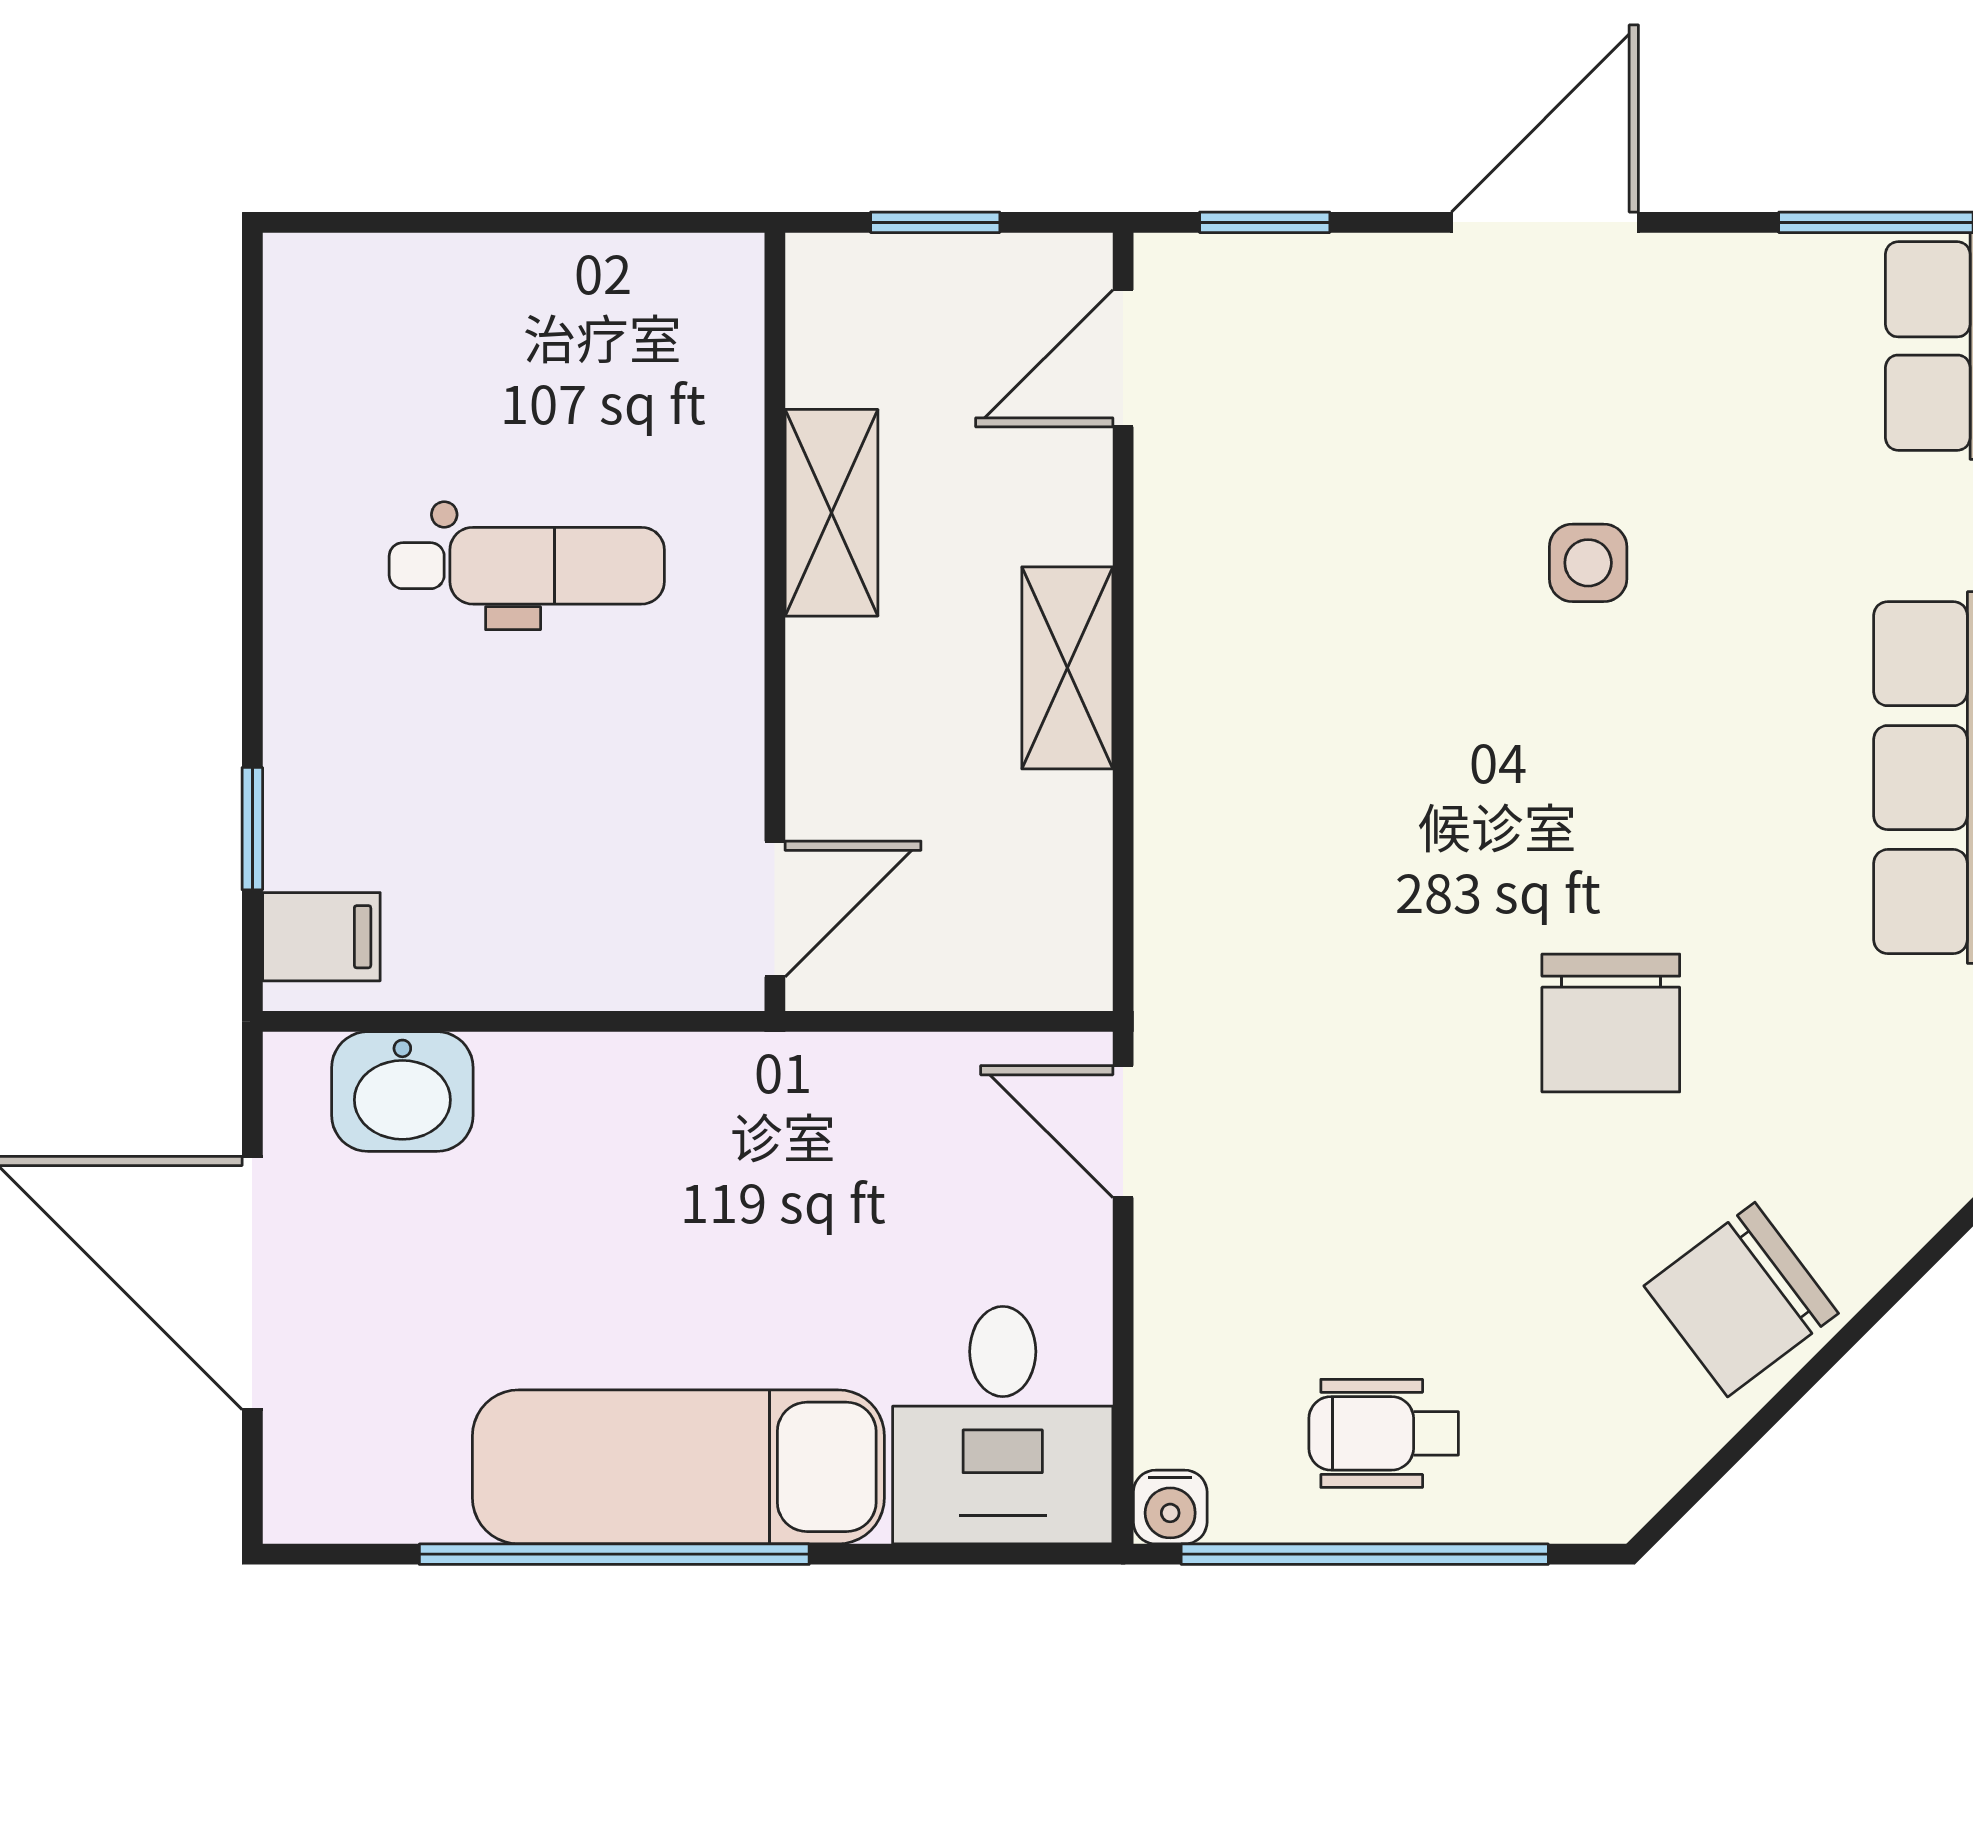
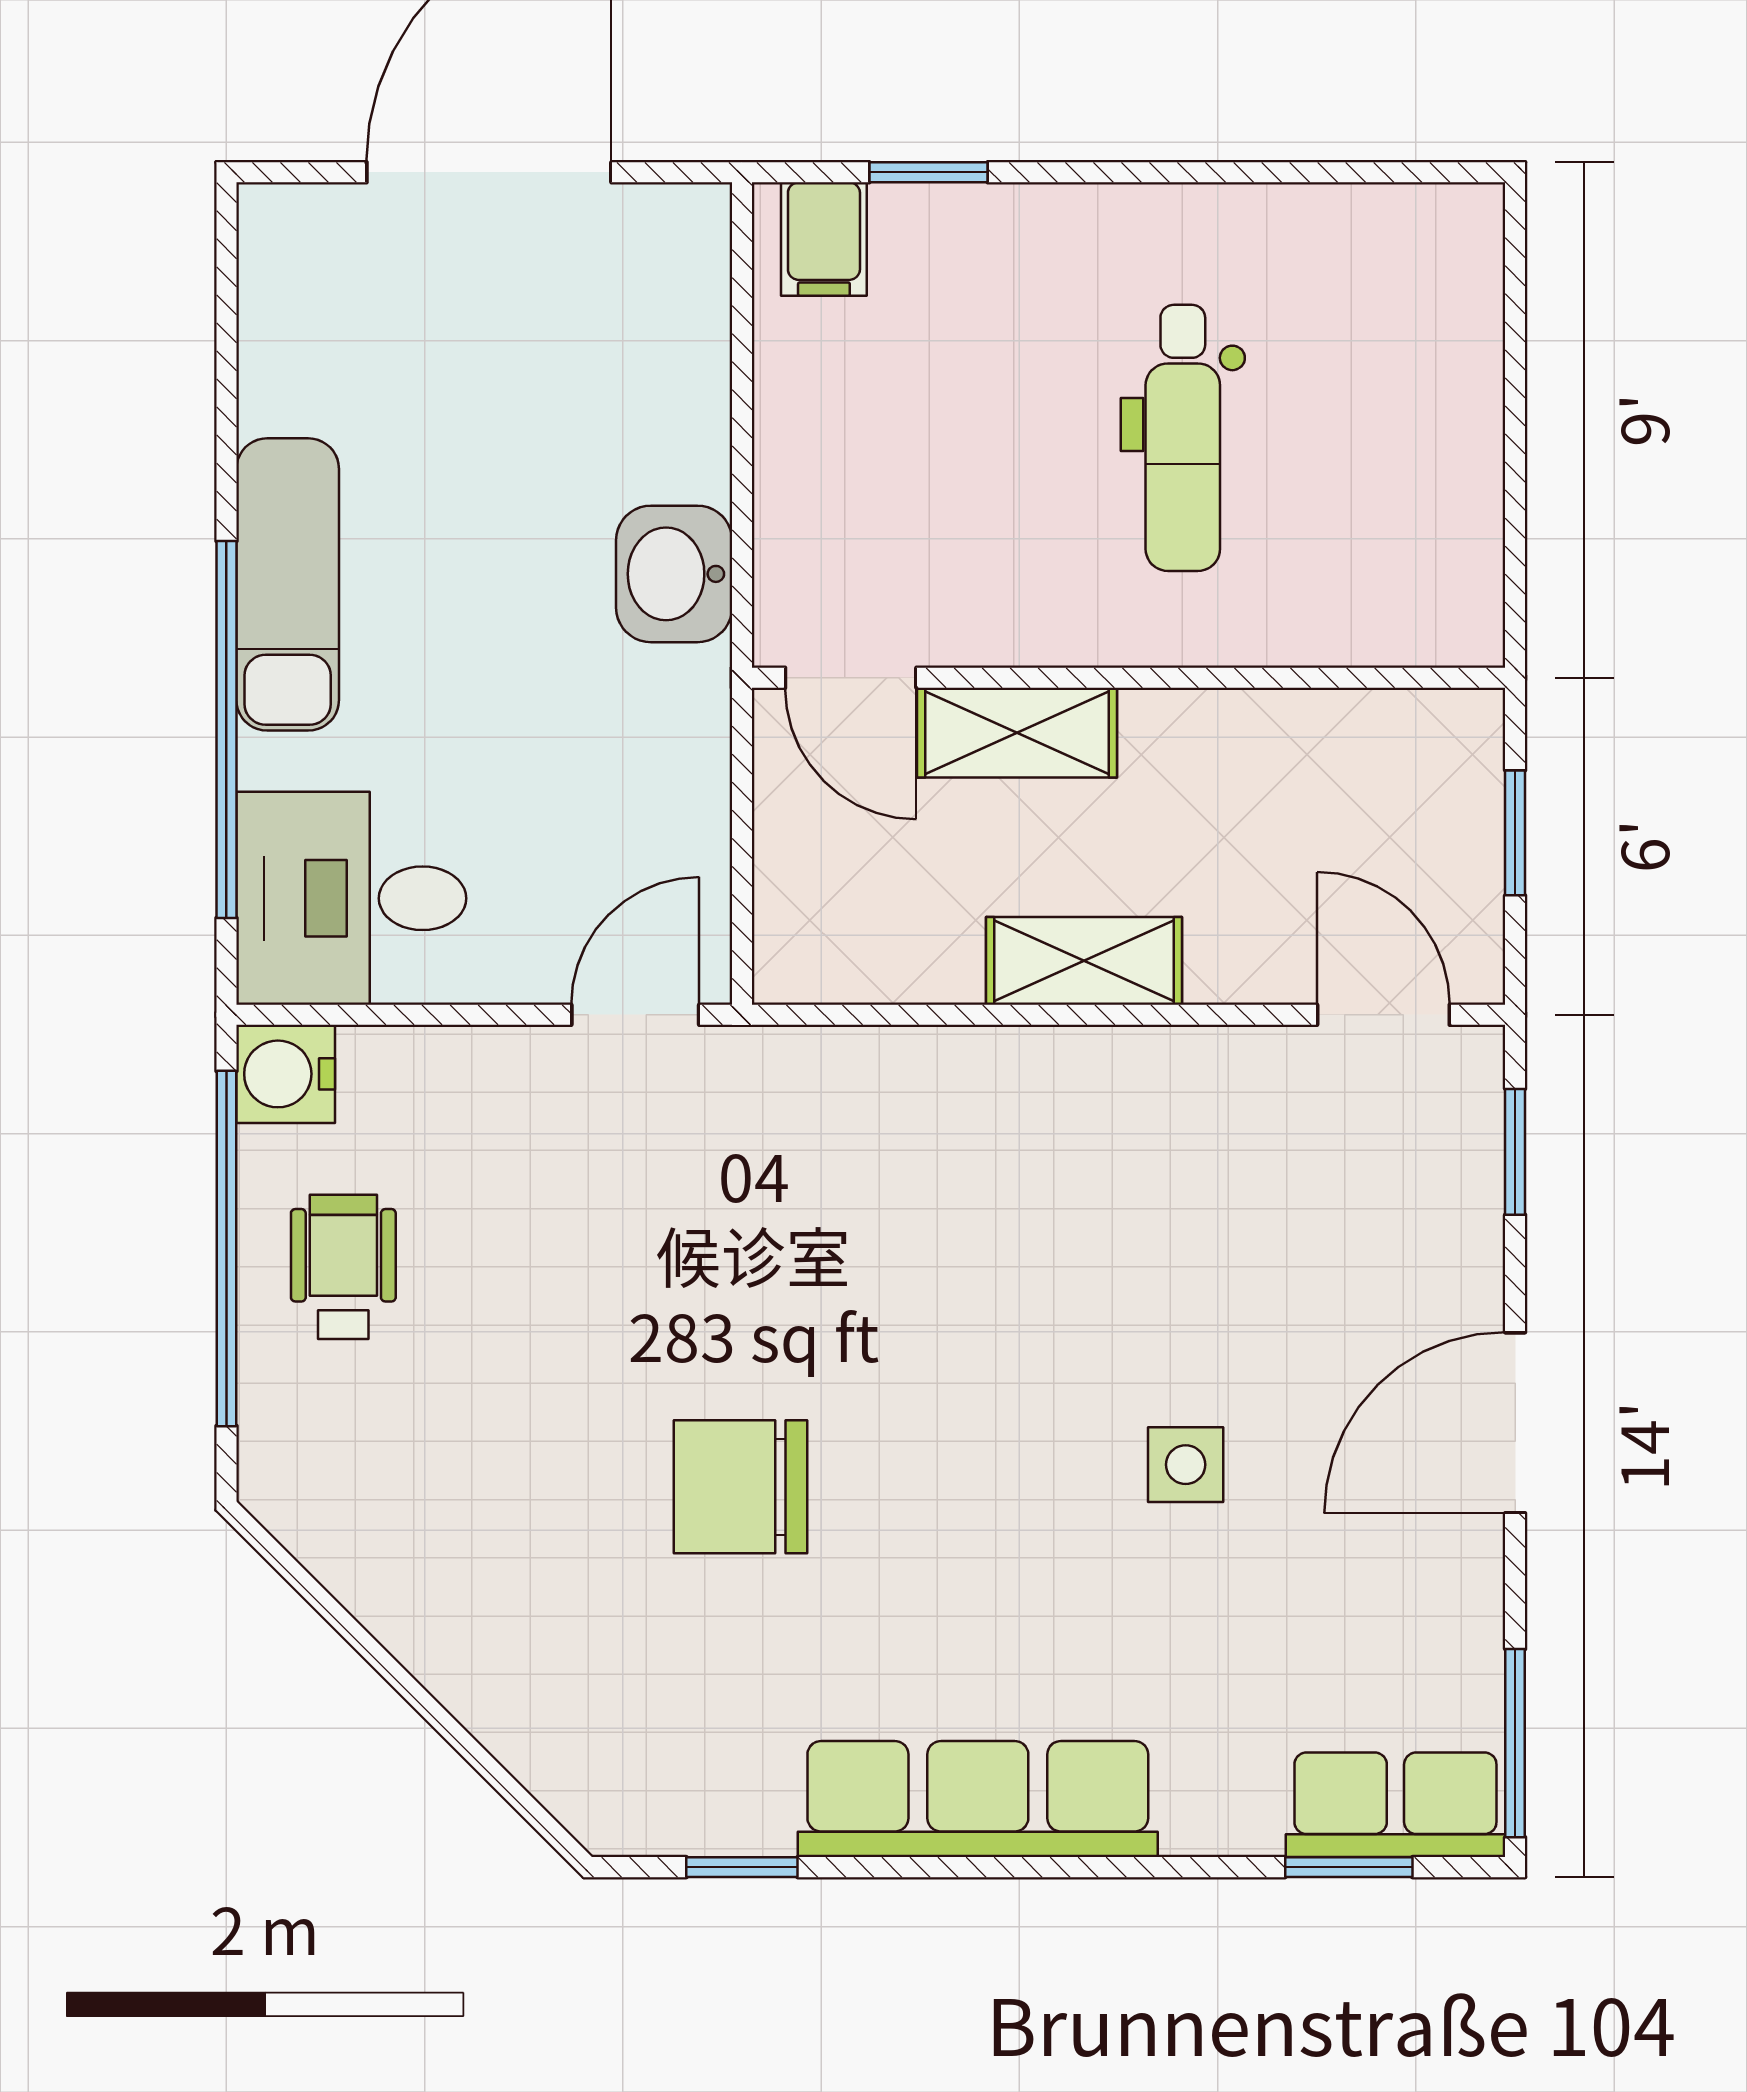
door: (1545, 222) -> (1515, 1423), swing flipped
shelving: (831, 513) -> (1017, 733), moved
washbasin: (402, 1091) -> (674, 574), moved
chair: (1741, 1300) -> (473, 1613), removed
exam couch: (678, 1467) -> (288, 584), width x0.73, depth x0.69
water cooler: (1170, 1507) -> (286, 1074), width x1.38, depth x1.38
window: (614, 1554) -> (226, 730), moved

